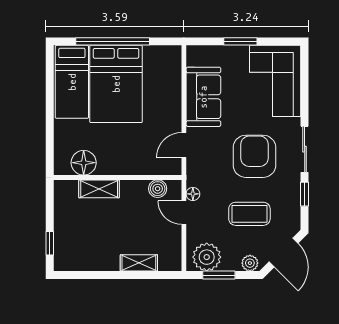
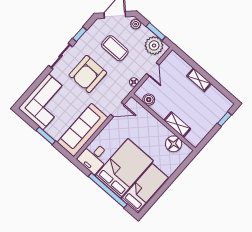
desk: (162, 65) -> (94, 158), added
sofa: (203, 97) -> (83, 130), width x1.36
door: (184, 213) -> (153, 69), moved
shelving: (139, 263) -> (199, 80), moved

